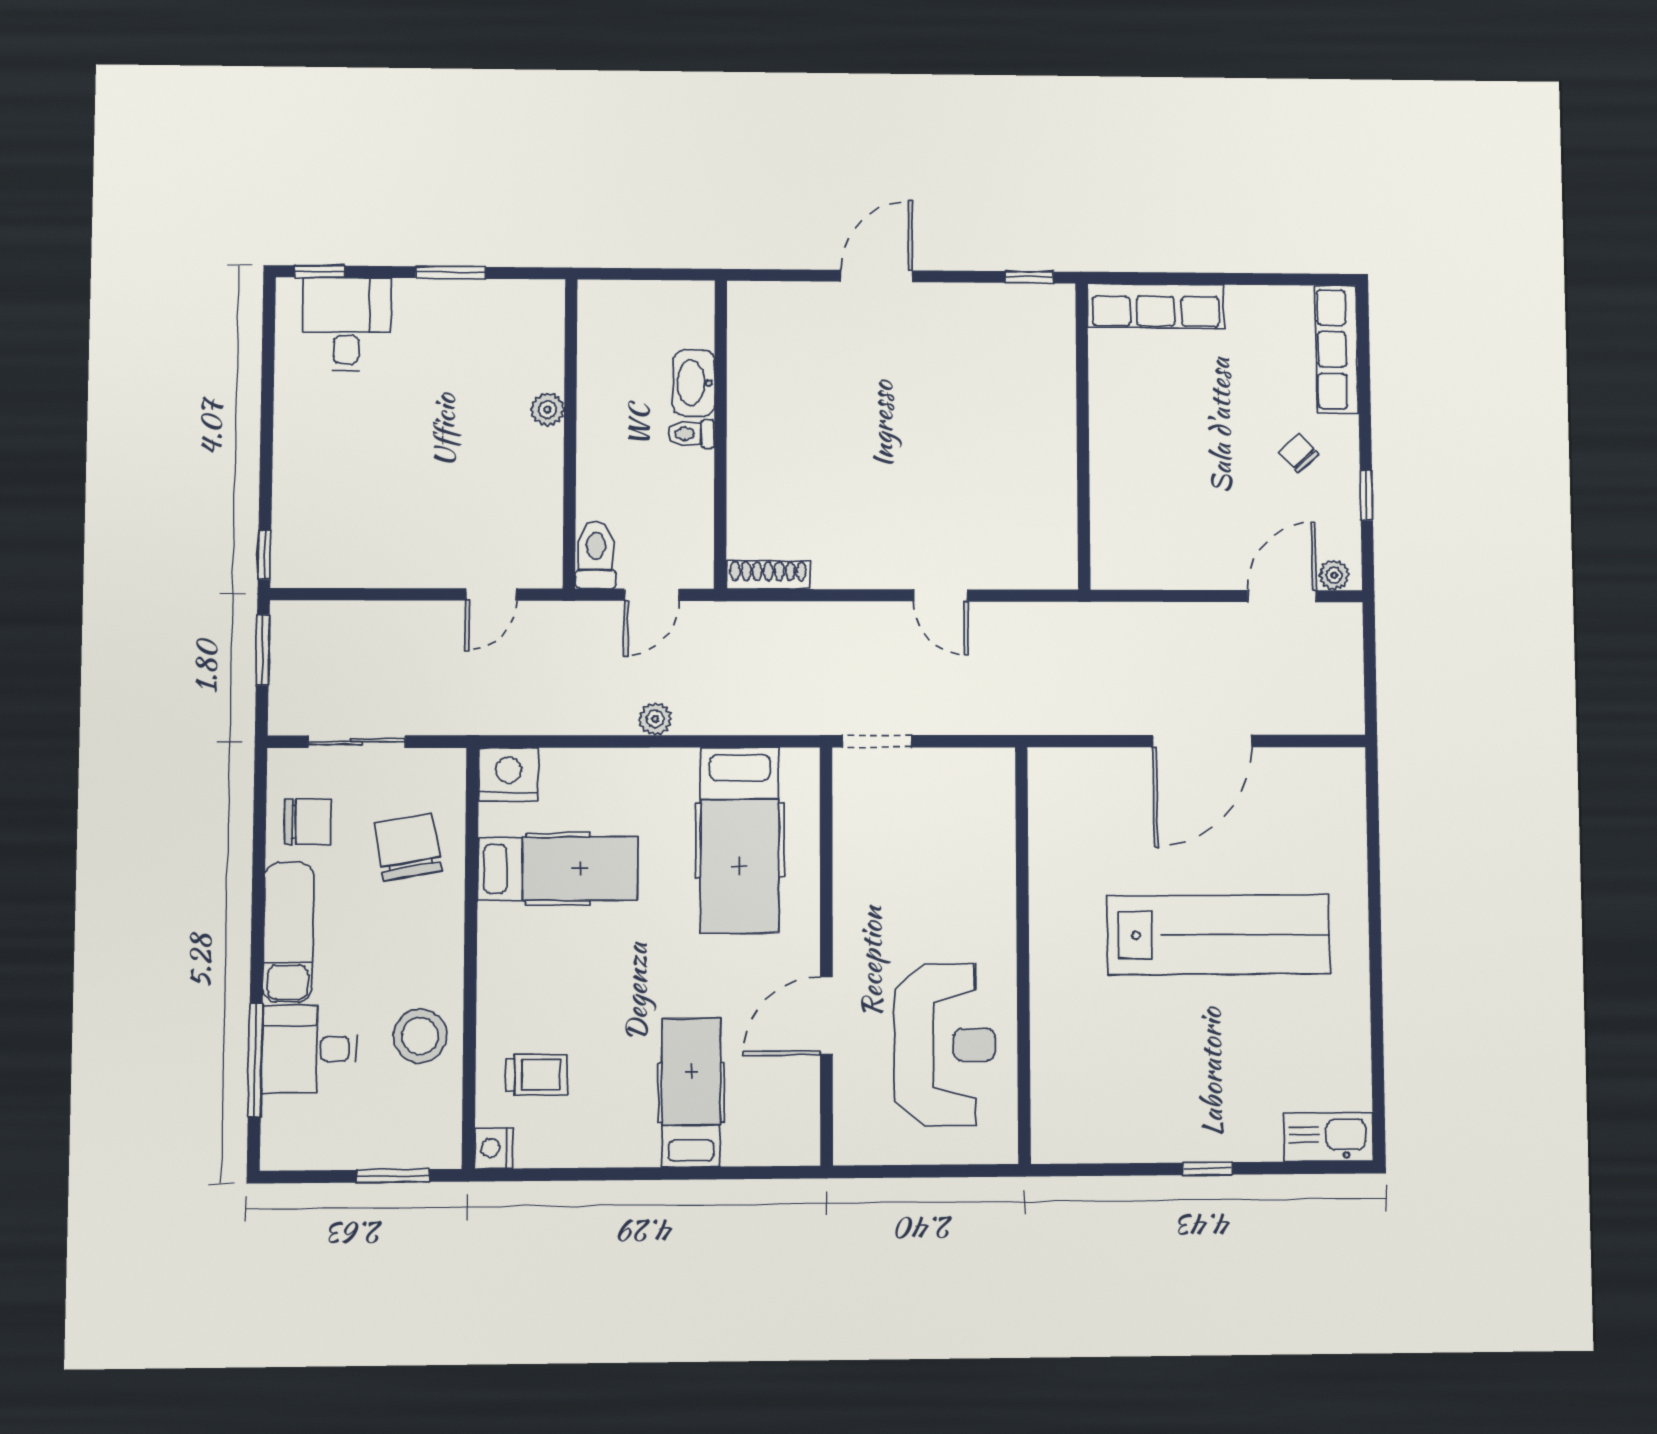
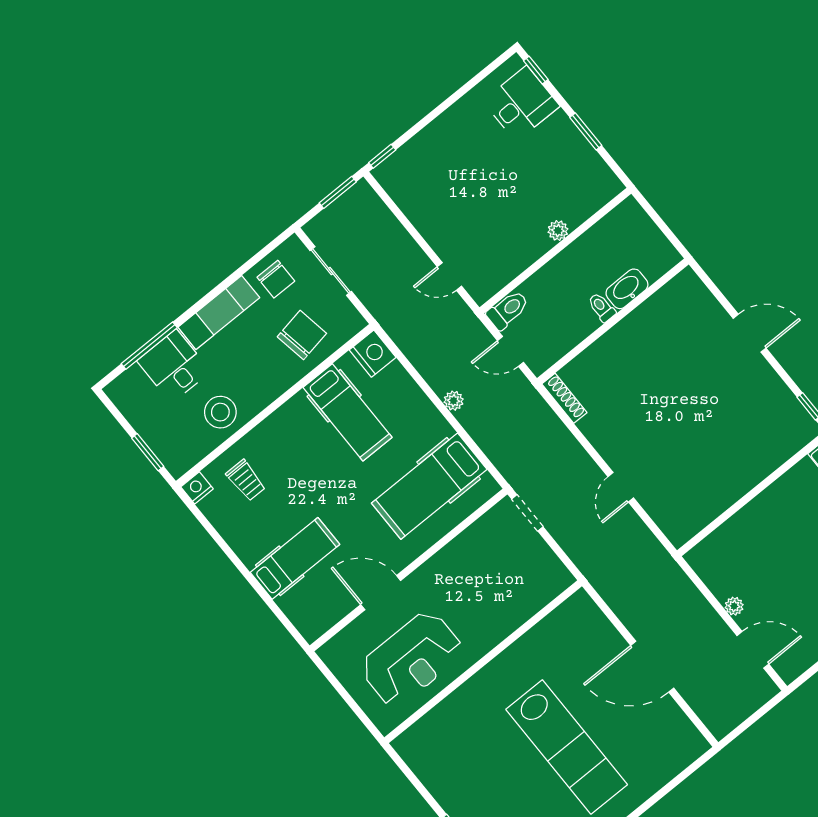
plant: (1334, 575) -> (734, 606), moved

